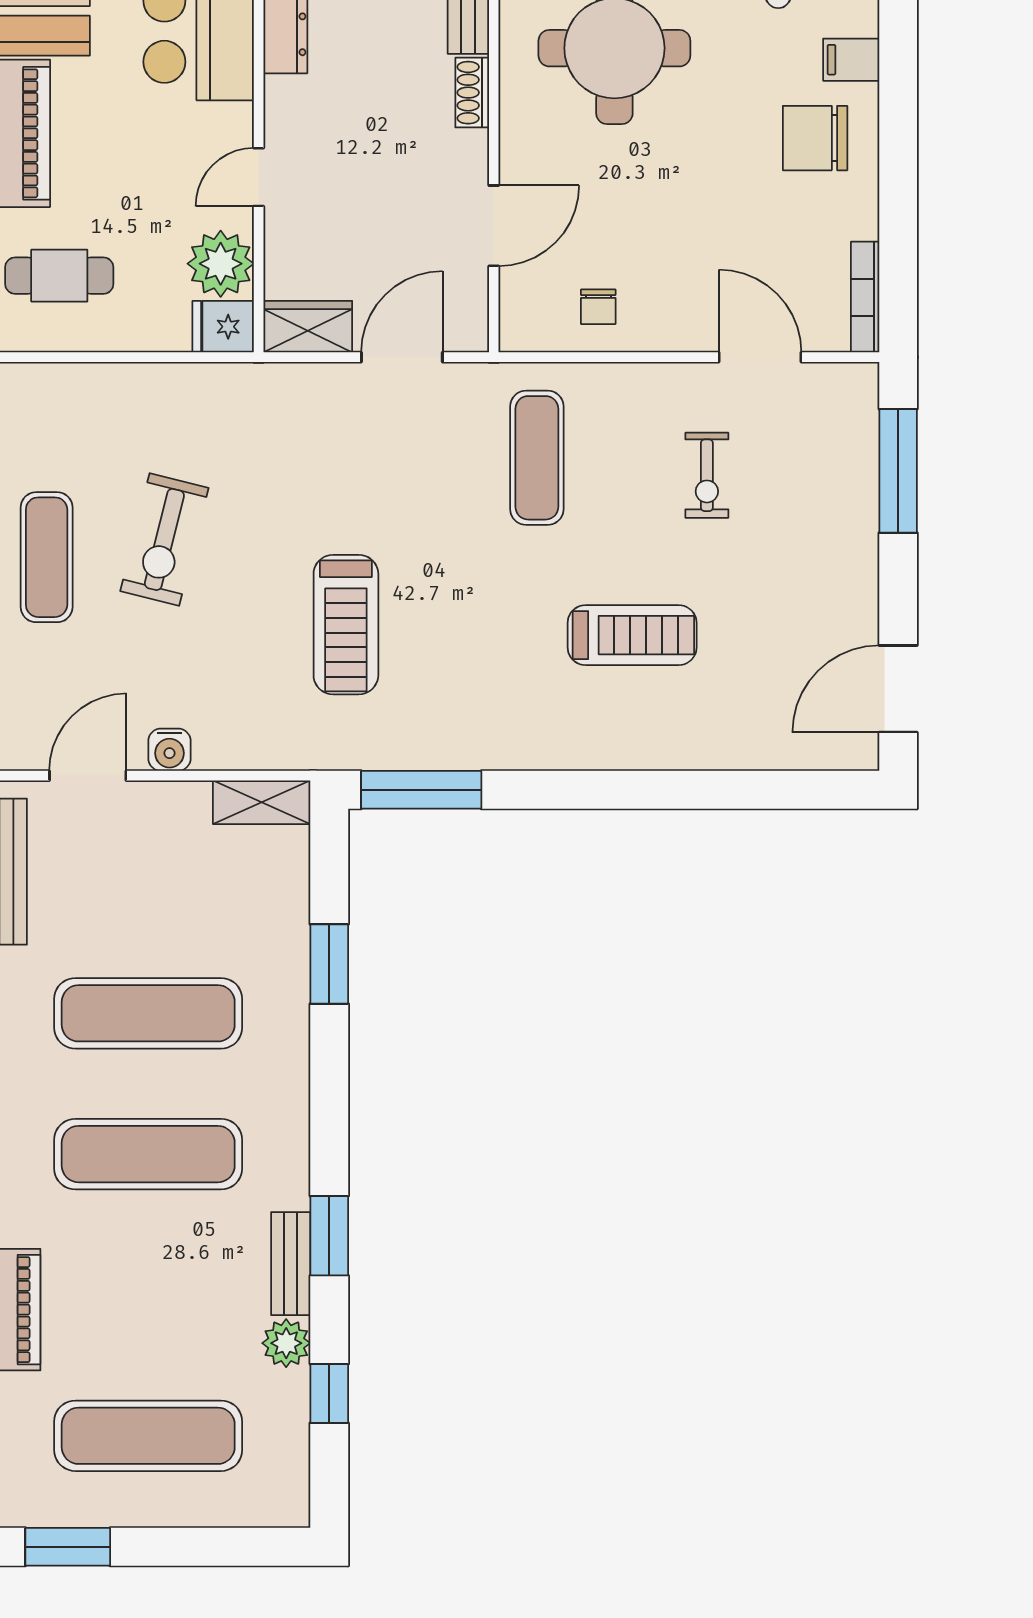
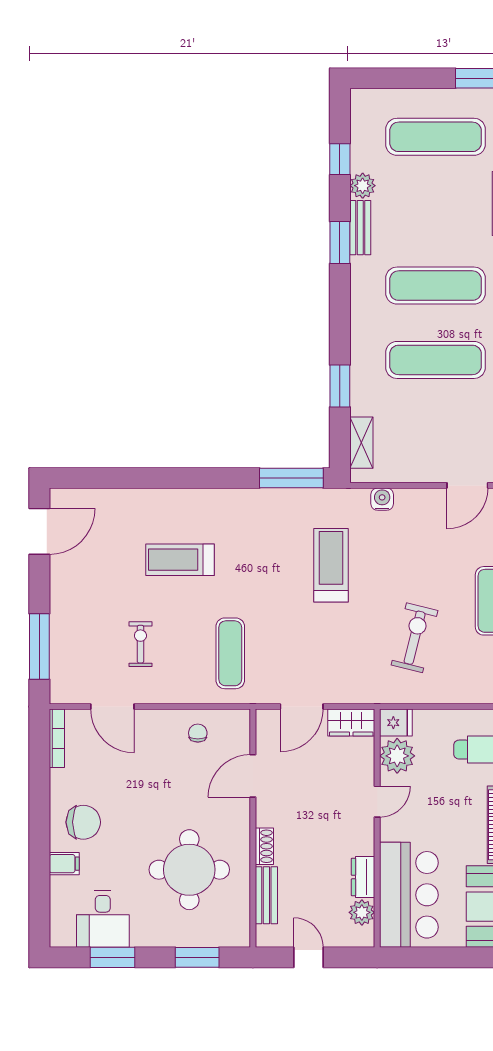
exercise bike: (164, 539) -> (415, 638), moved
water cooler: (169, 750) -> (382, 499), moved
shelving: (262, 802) -> (361, 443), moved, turned 90

